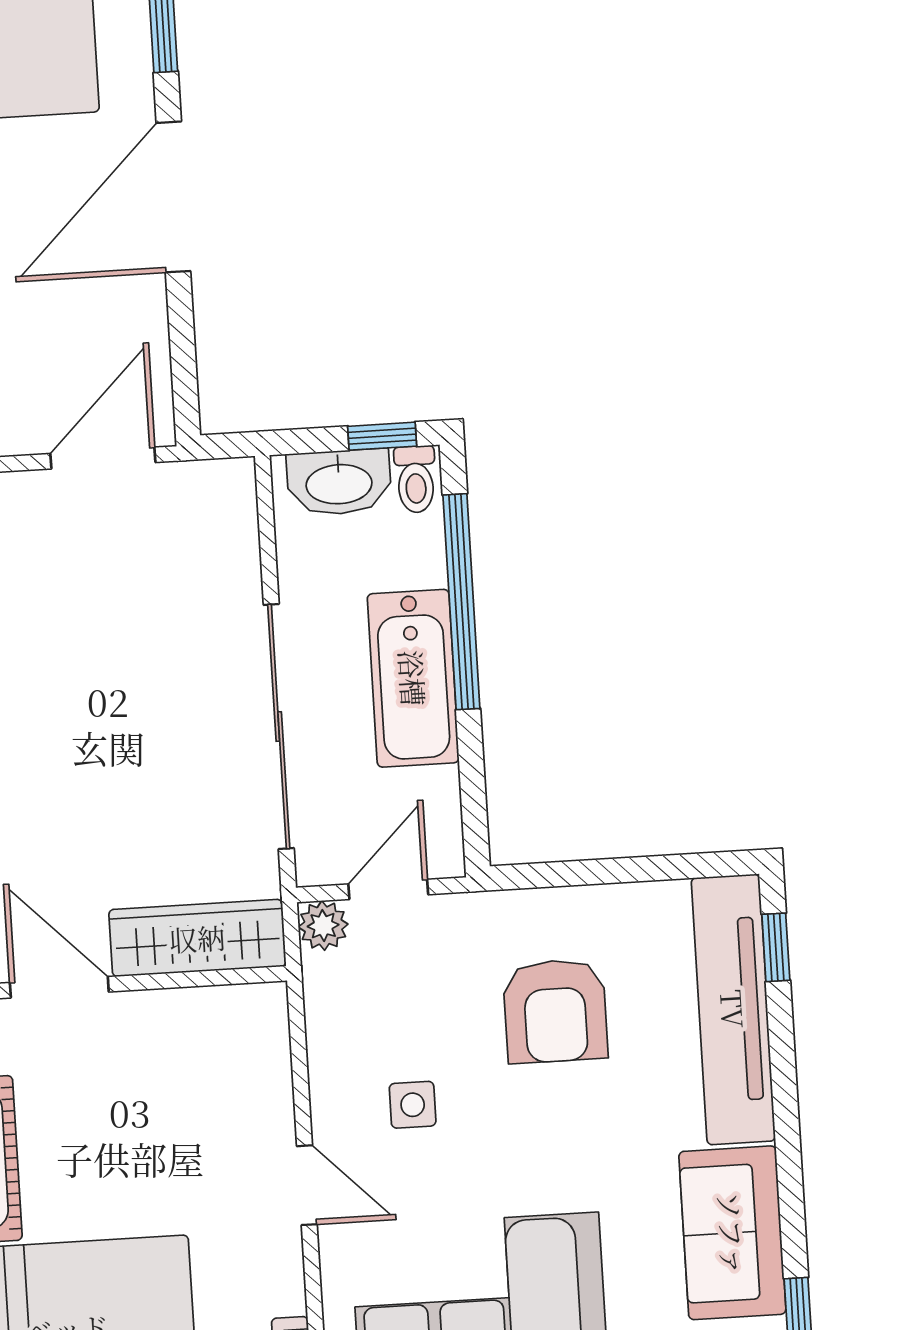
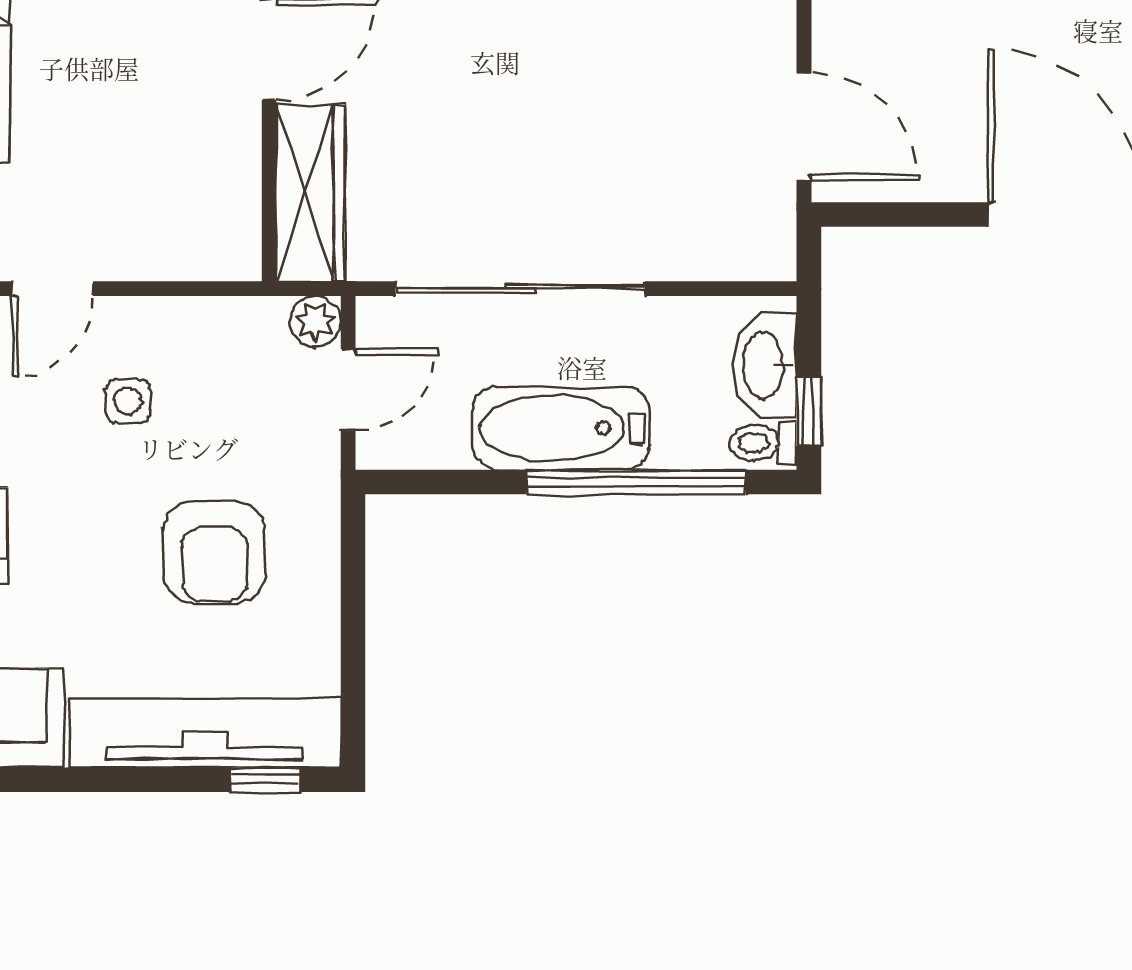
door: (388, 889) -> (348, 390), hinge flipped
armchair: (555, 1011) -> (214, 552), turned -91

